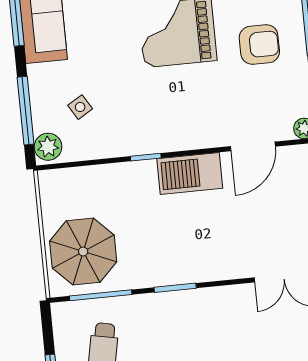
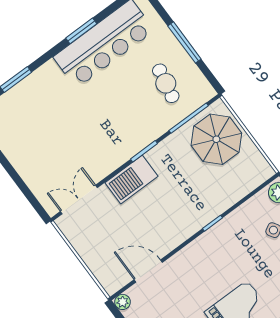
door: (253, 146) -> (148, 271), hinge flipped
barbecue: (190, 173) -> (132, 179), moved, turned 180

